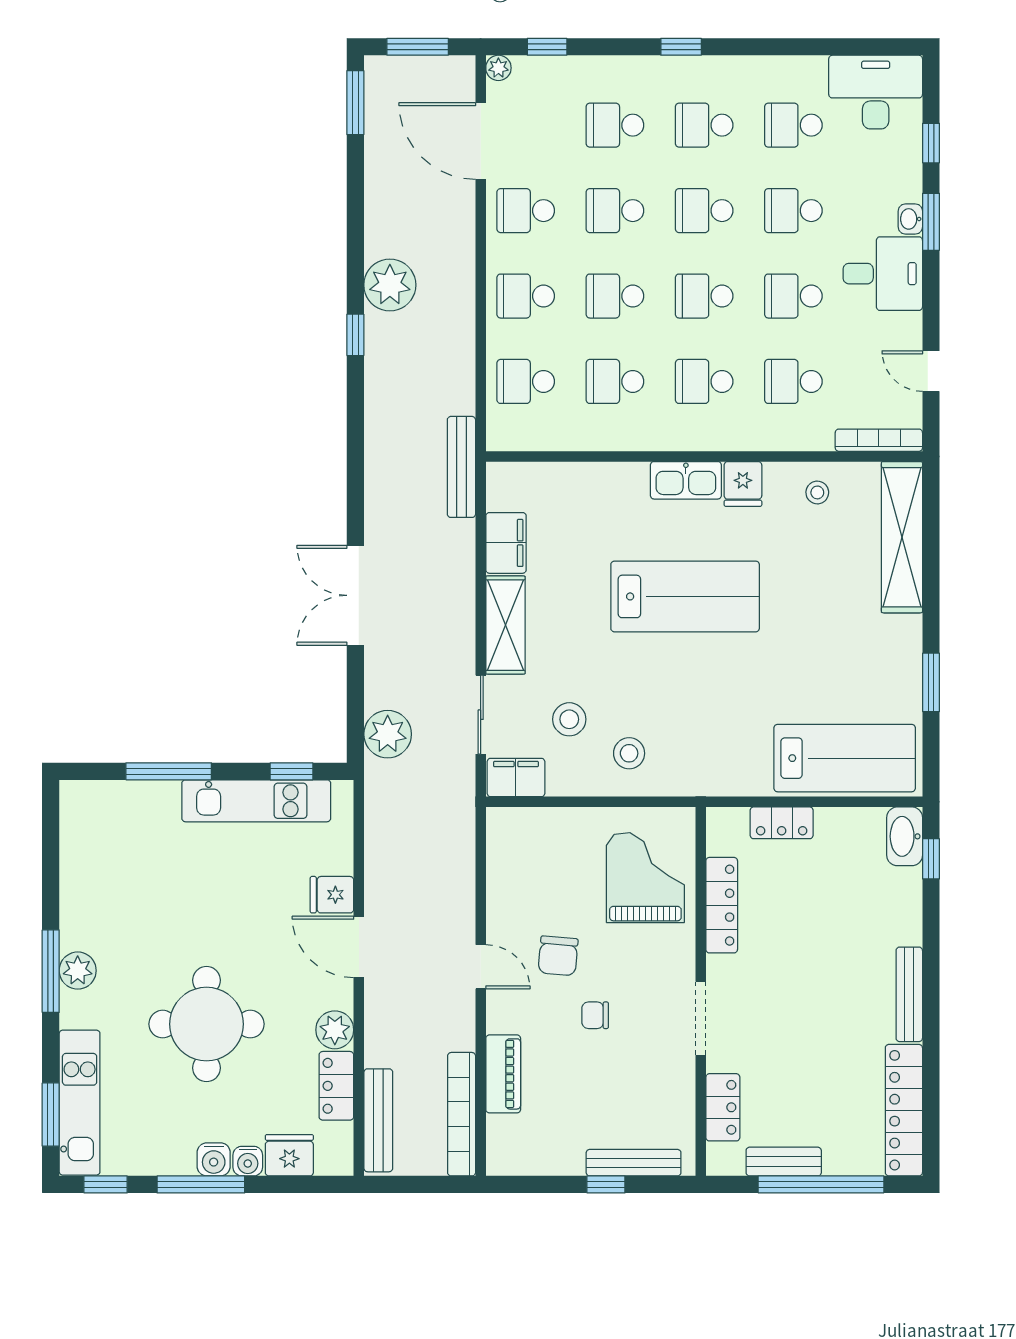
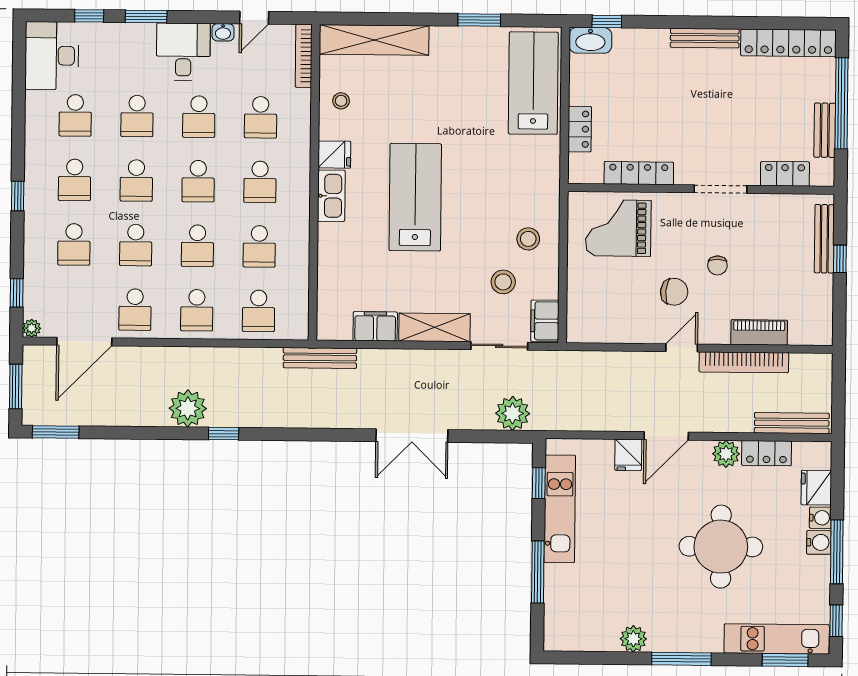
washbasin: (910, 219) -> (223, 32), moved
plant: (78, 971) -> (633, 639), moved
bookcase: (462, 1114) -> (744, 362), moved

